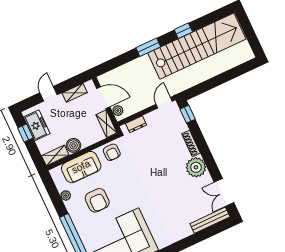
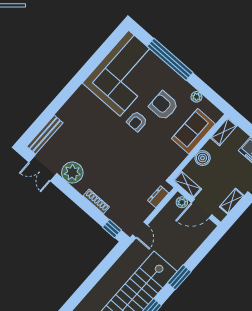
boiler: (74, 145) -> (203, 158), moved
armchair: (112, 152) -> (137, 121), moved, turned -90
plant: (196, 167) -> (72, 173), moved
double door: (224, 192) -> (43, 168), swing flipped

